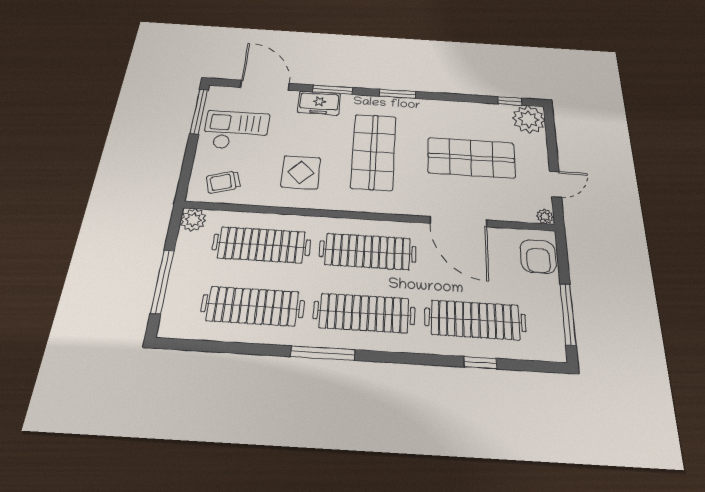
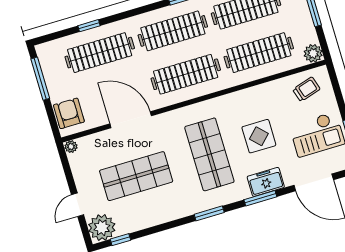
display table: (301, 172) -> (259, 136), moved
door: (555, 184) -> (78, 205), moved

